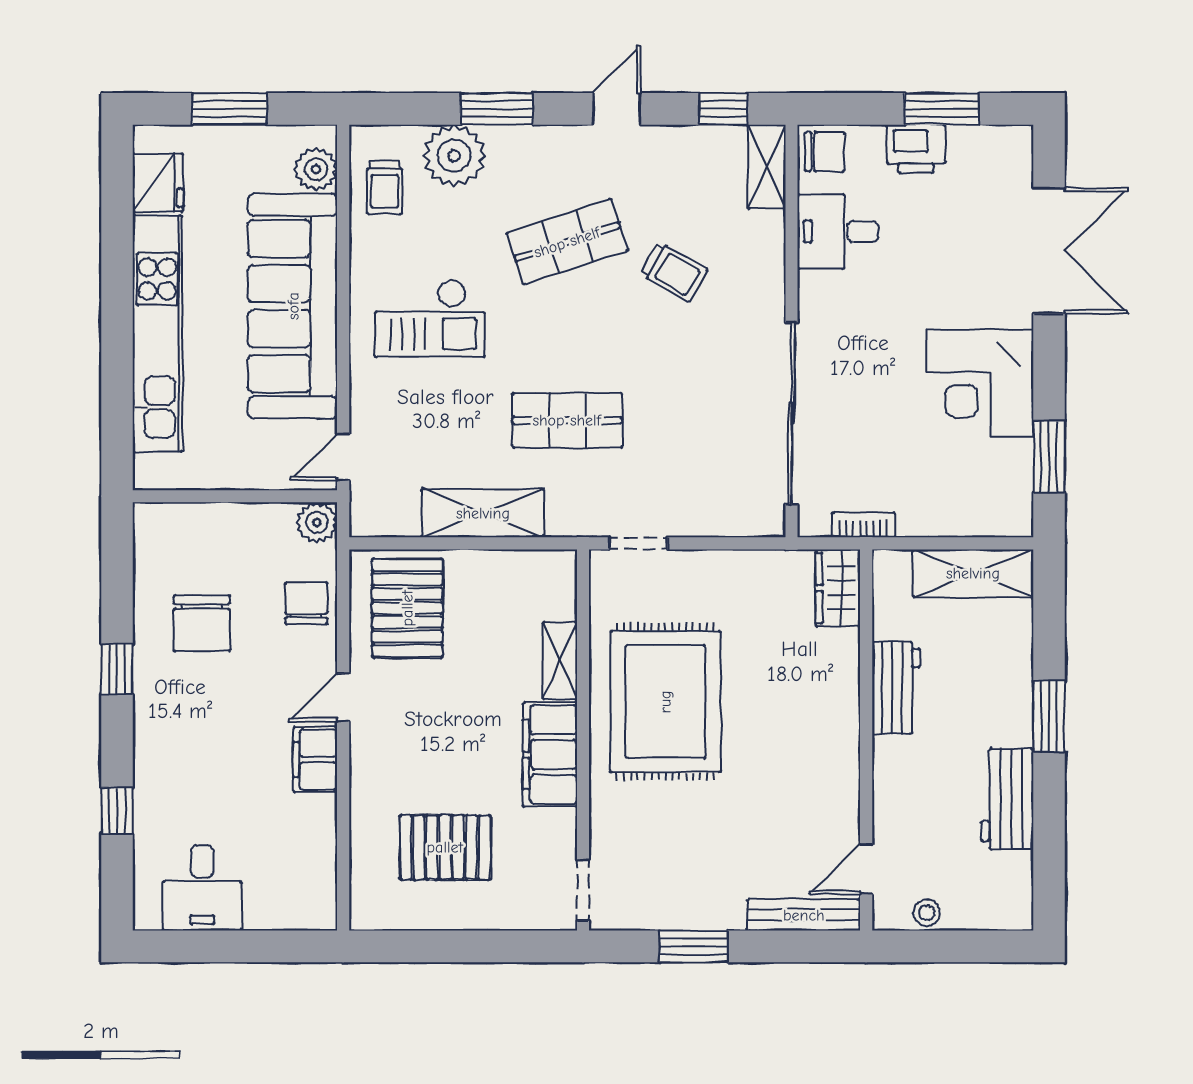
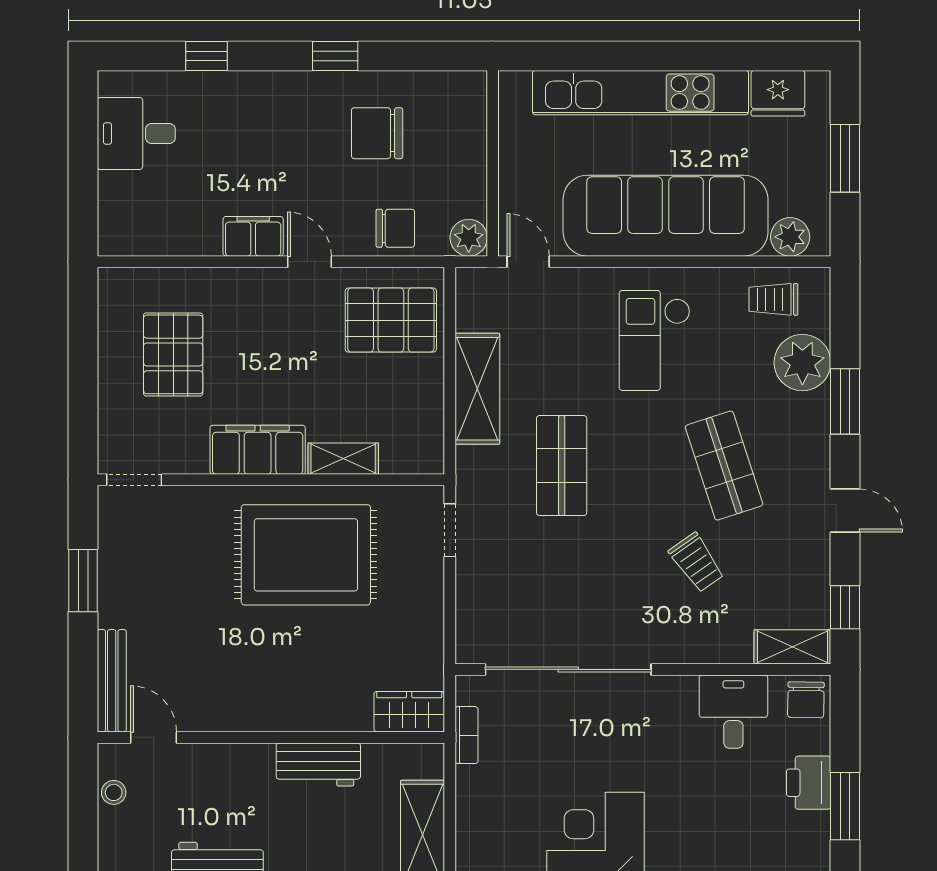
trolley: (674, 272) -> (697, 563), turned -65

